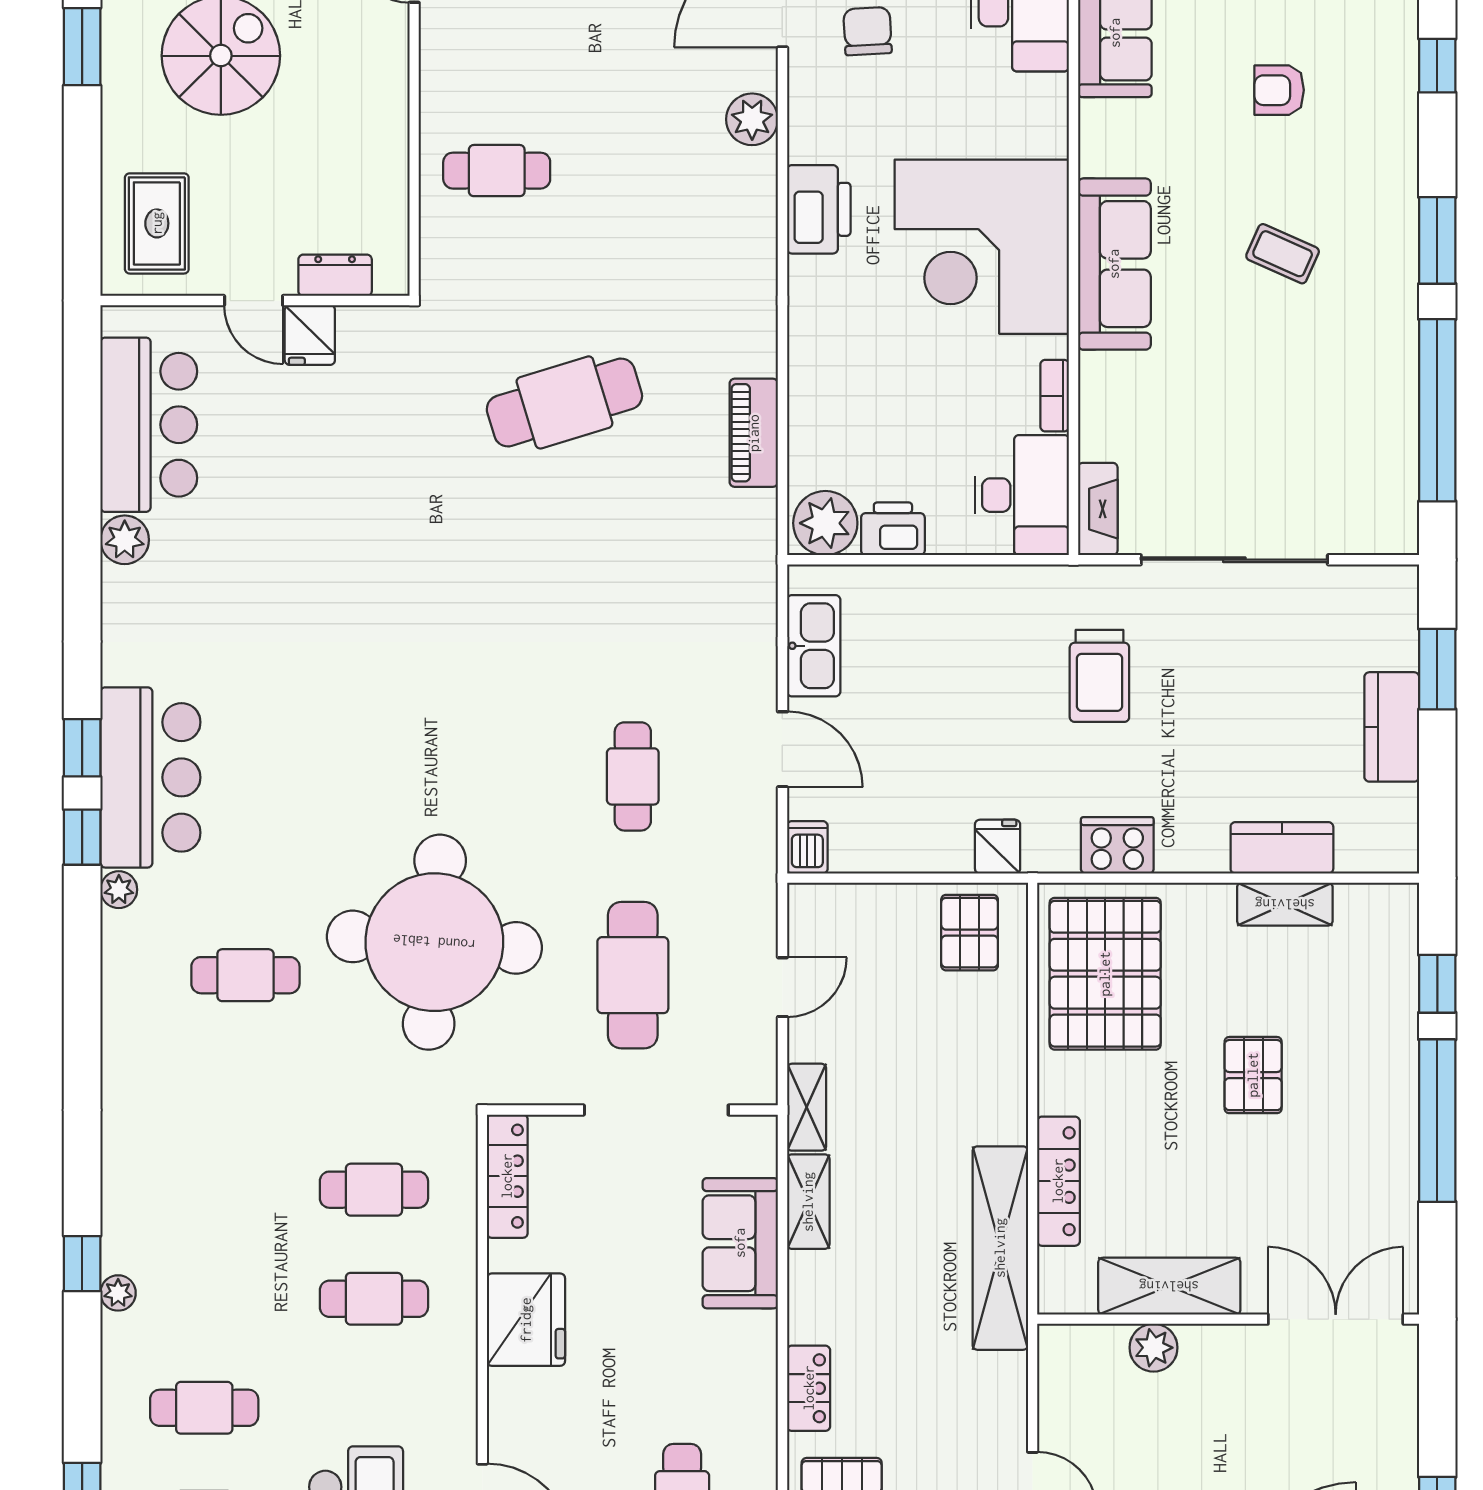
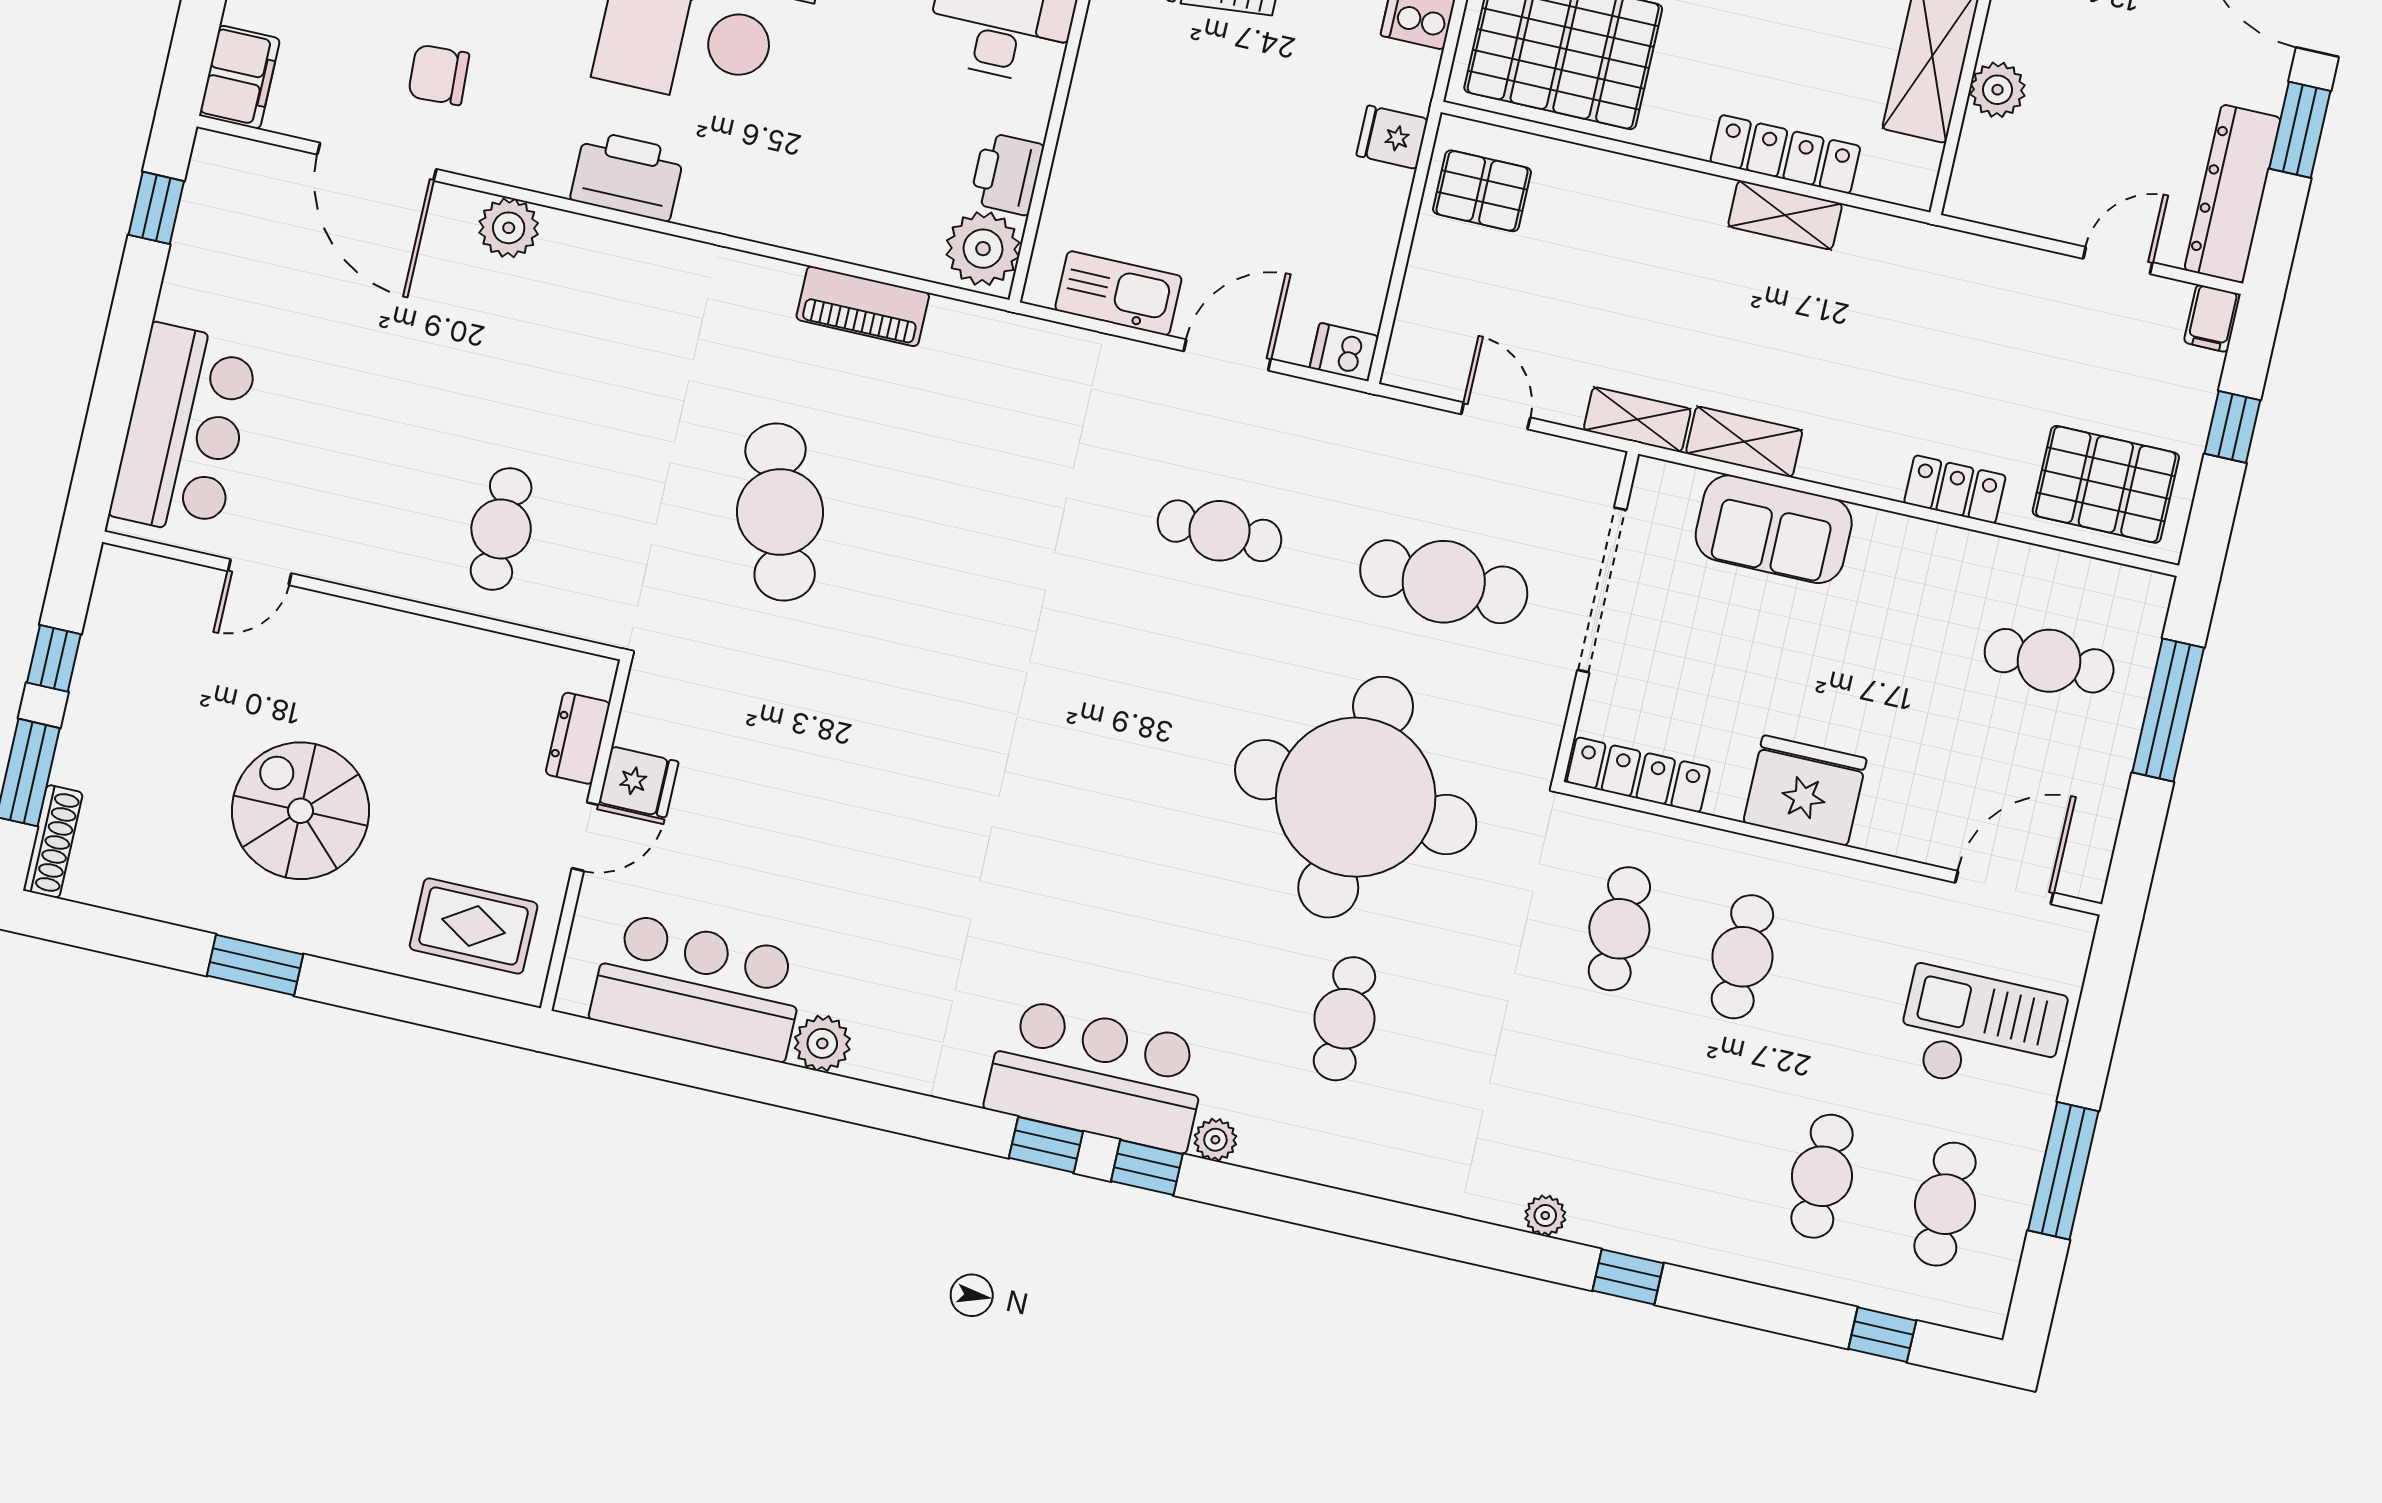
shelving: (1000, 1248) -> (1785, 215), width x0.45, depth x0.75
plant: (118, 1293) -> (1545, 1216), moved

